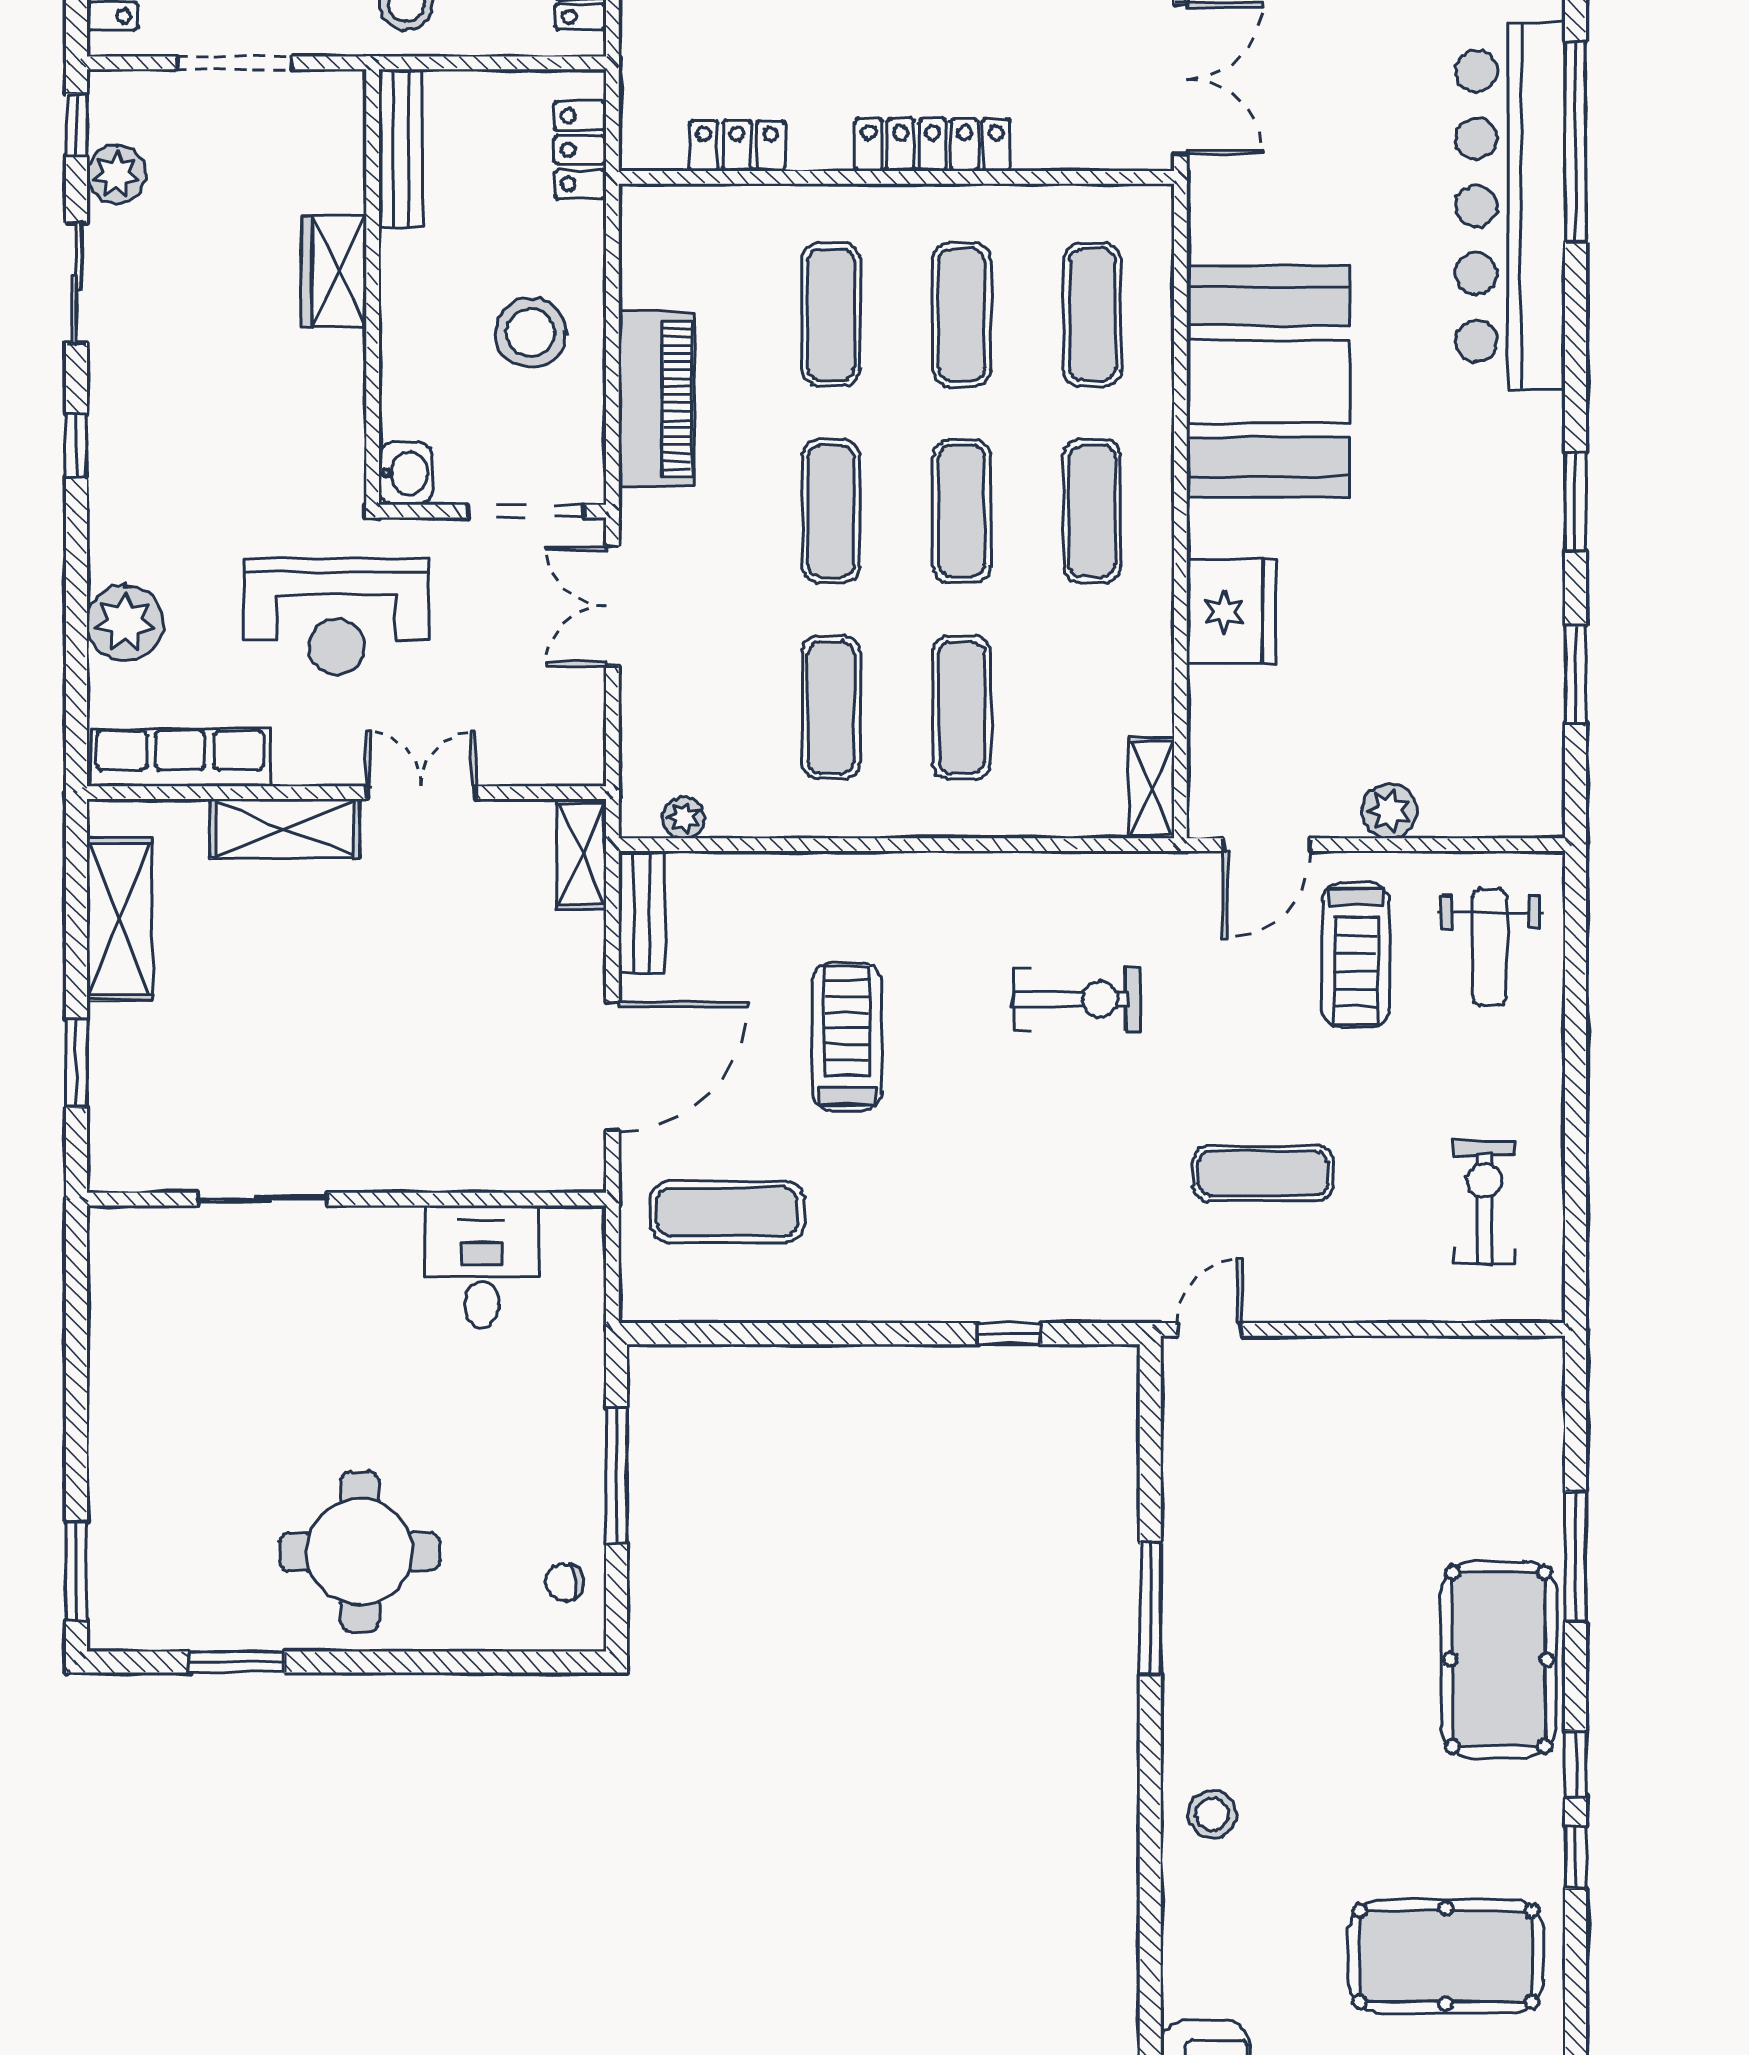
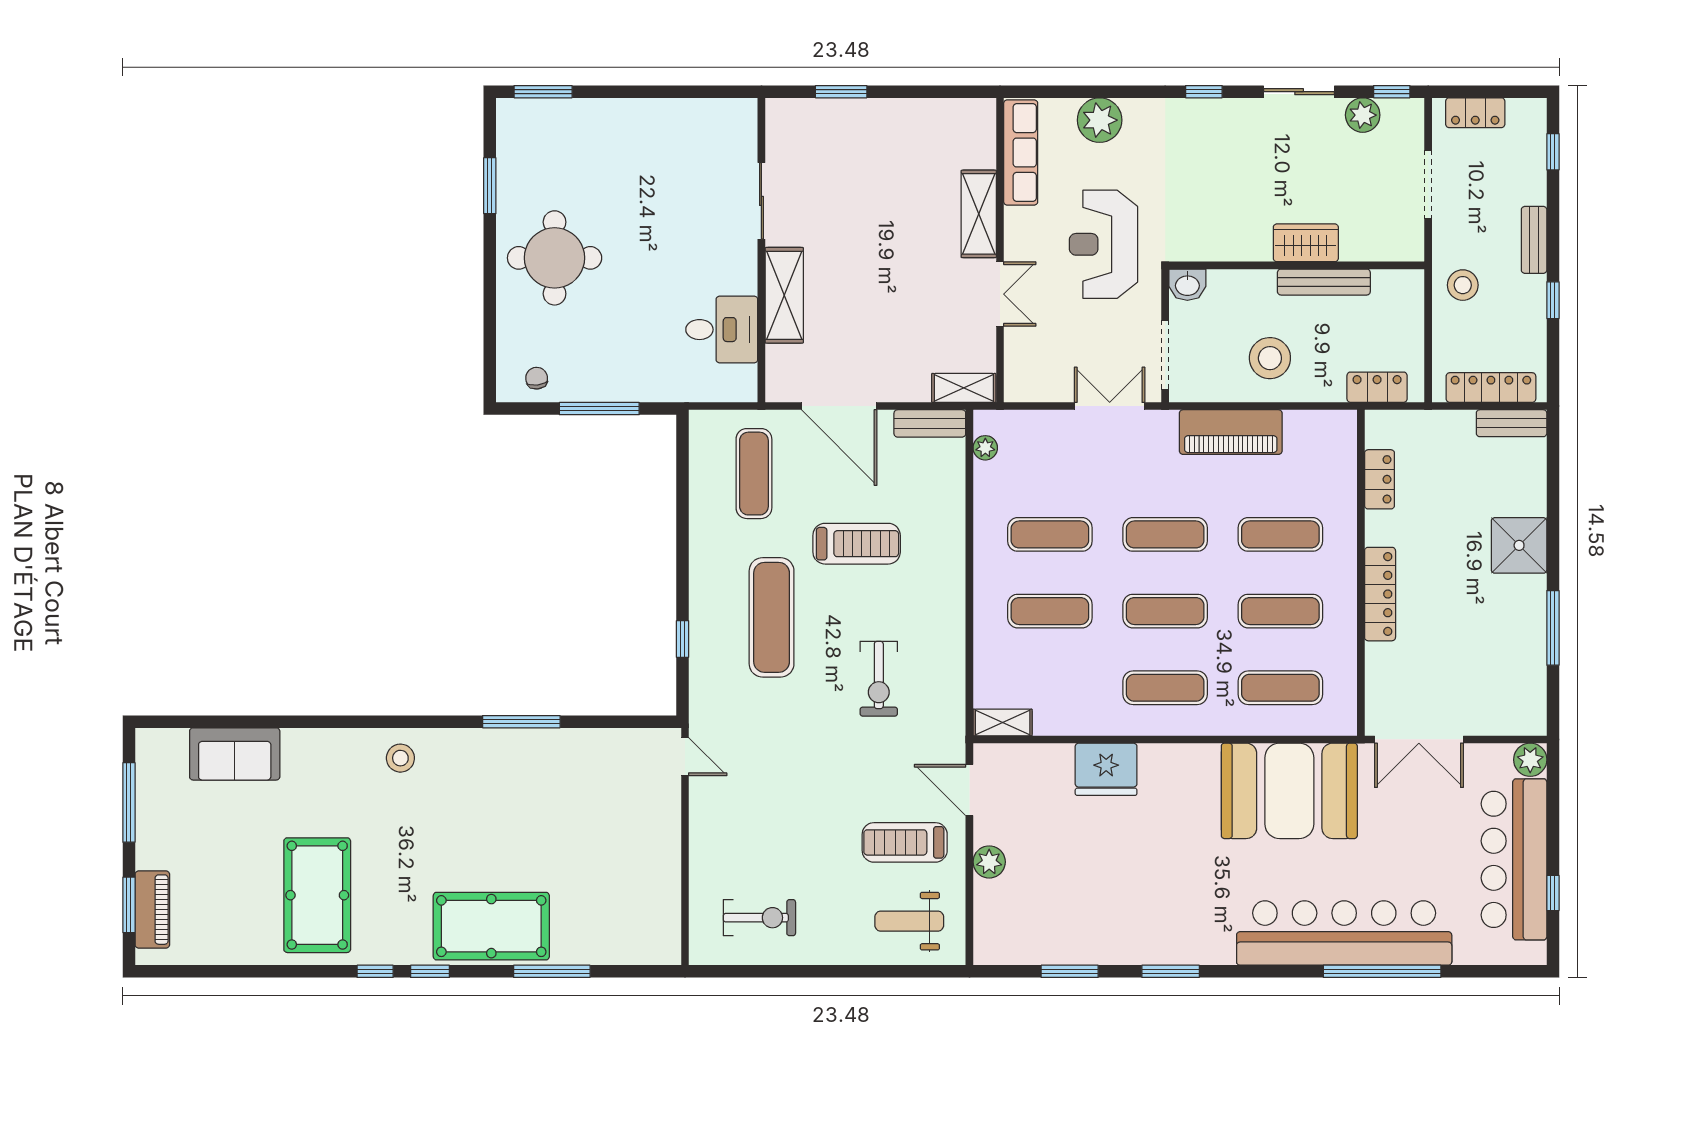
bench: (401, 148) -> (1324, 282), moved
booth: (1268, 381) -> (1289, 791), moved
shelving: (119, 919) -> (784, 295), moved, turned 90
exercise mat: (1263, 1173) -> (772, 617), moved, width x1.36, depth x1.45

